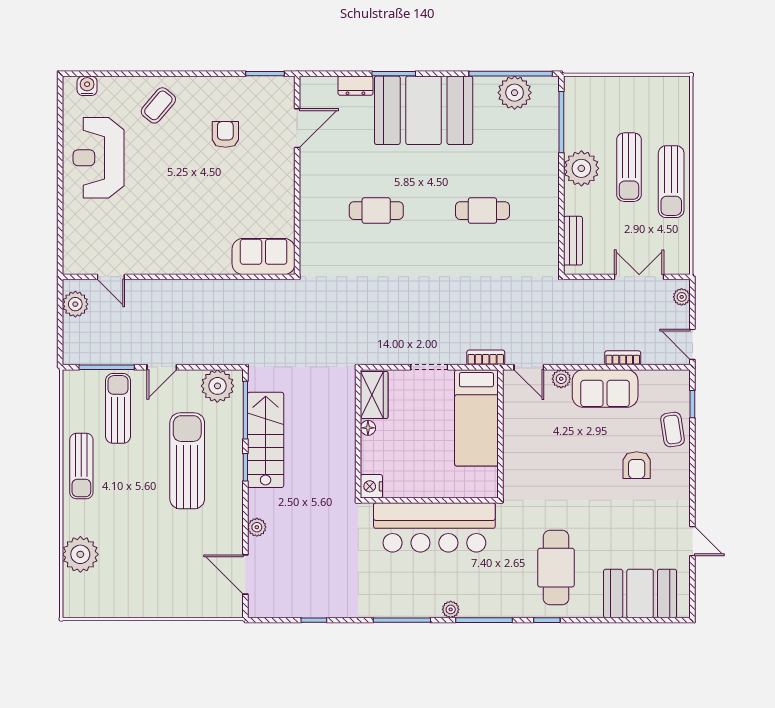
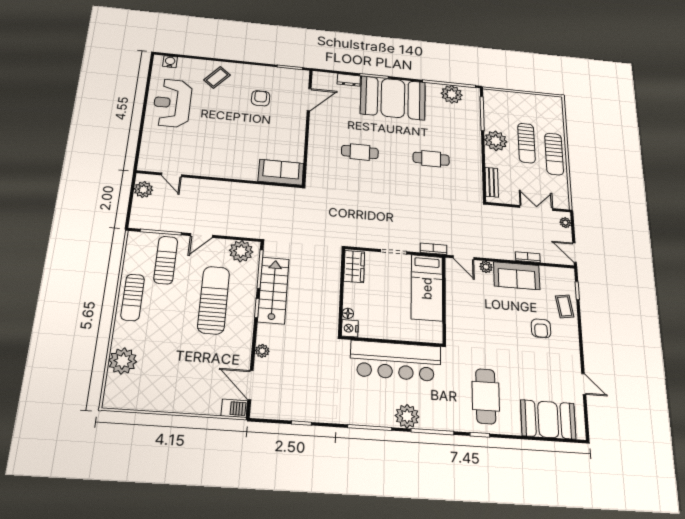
floor lamp: (368, 428) -> (348, 313), moved
barbecue: (227, 607) -> (234, 408), added
plant: (451, 609) -> (407, 416), width x1.87, depth x1.87

